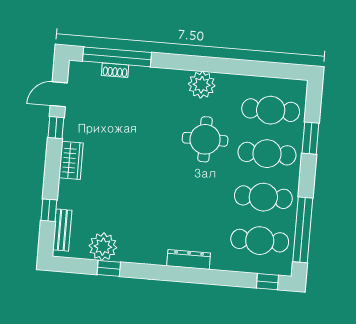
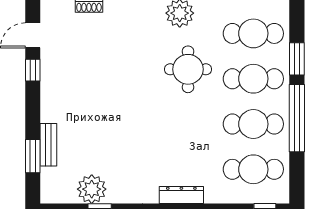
wardrobe: (71, 160) -> (51, 103), removed
window: (49, 210) -> (33, 156), width x1.50
bench: (62, 230) -> (48, 145), moved
window: (303, 230) -> (297, 118), moved

